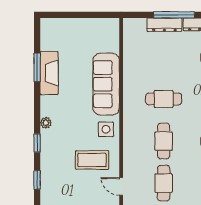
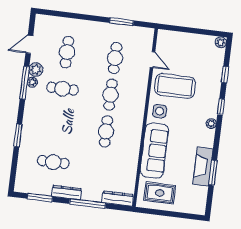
dresser: (164, 25) -> (118, 199), moved
rug: (94, 37) -> (160, 193), added
cafe table: (164, 99) -> (106, 131), turned 90
coffee table: (92, 160) -> (175, 86), width x1.36, depth x1.32

